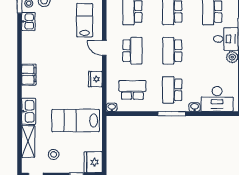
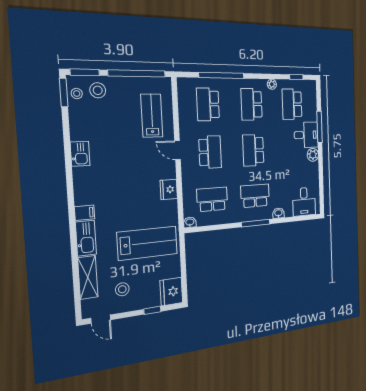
kitchen sink: (28, 21) -> (80, 154), moved
filing cabinet: (29, 75) -> (85, 213), moved, width x0.50
school desk: (172, 90) -> (255, 196), turned 90
desk: (217, 99) -> (304, 202), width x0.73
lab bench: (76, 121) -> (148, 243), turned 180

